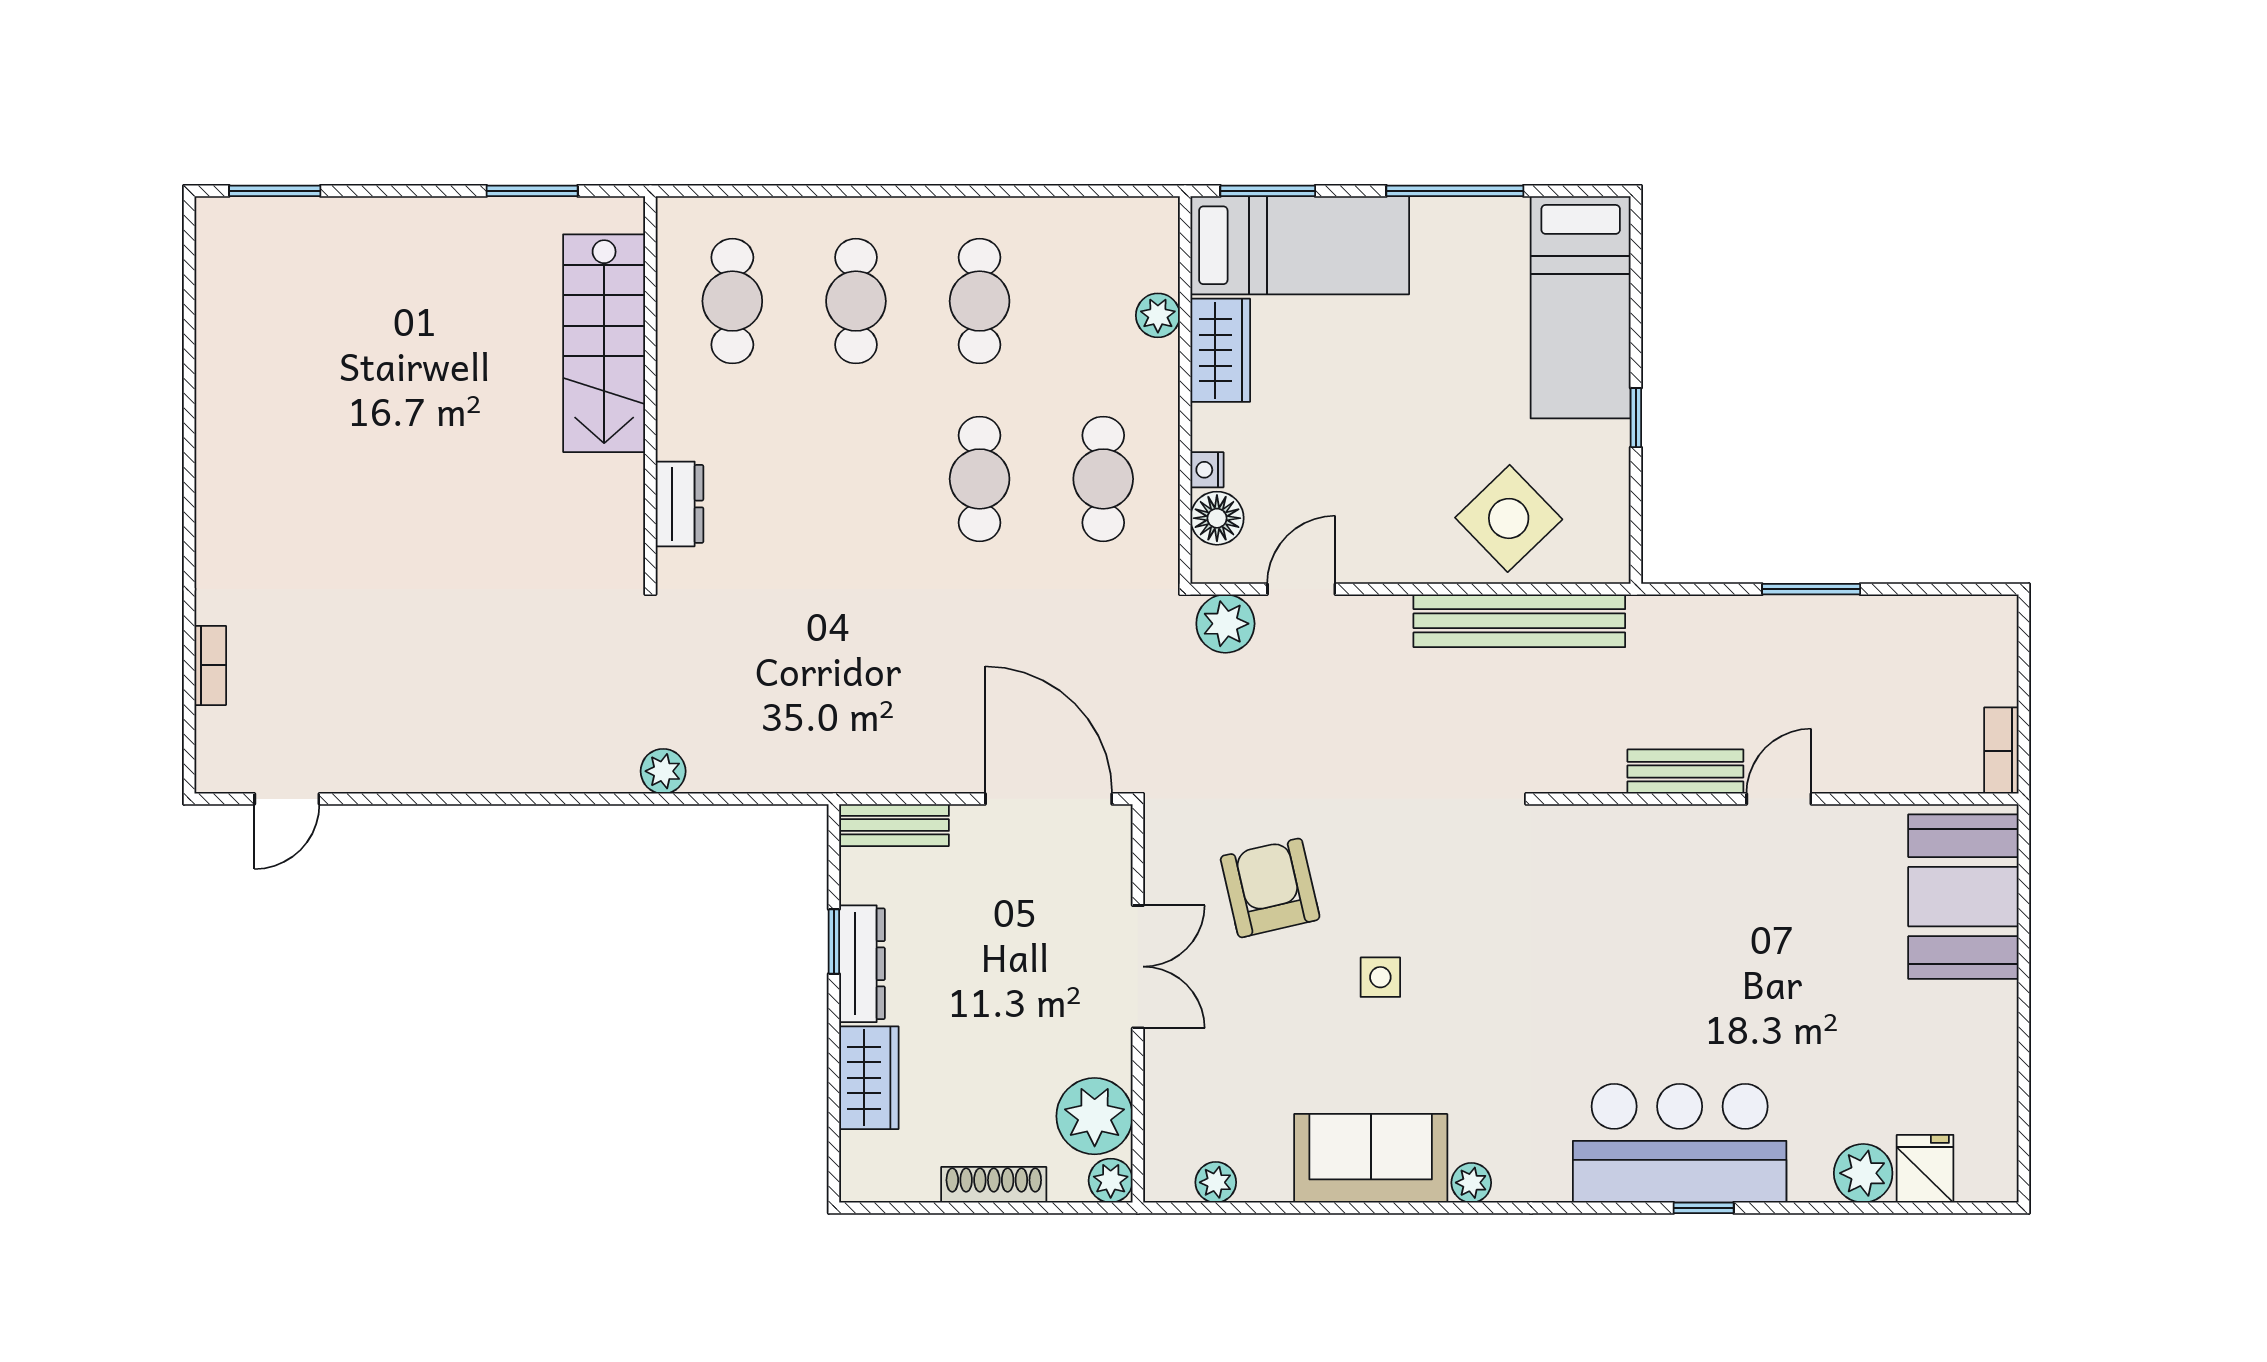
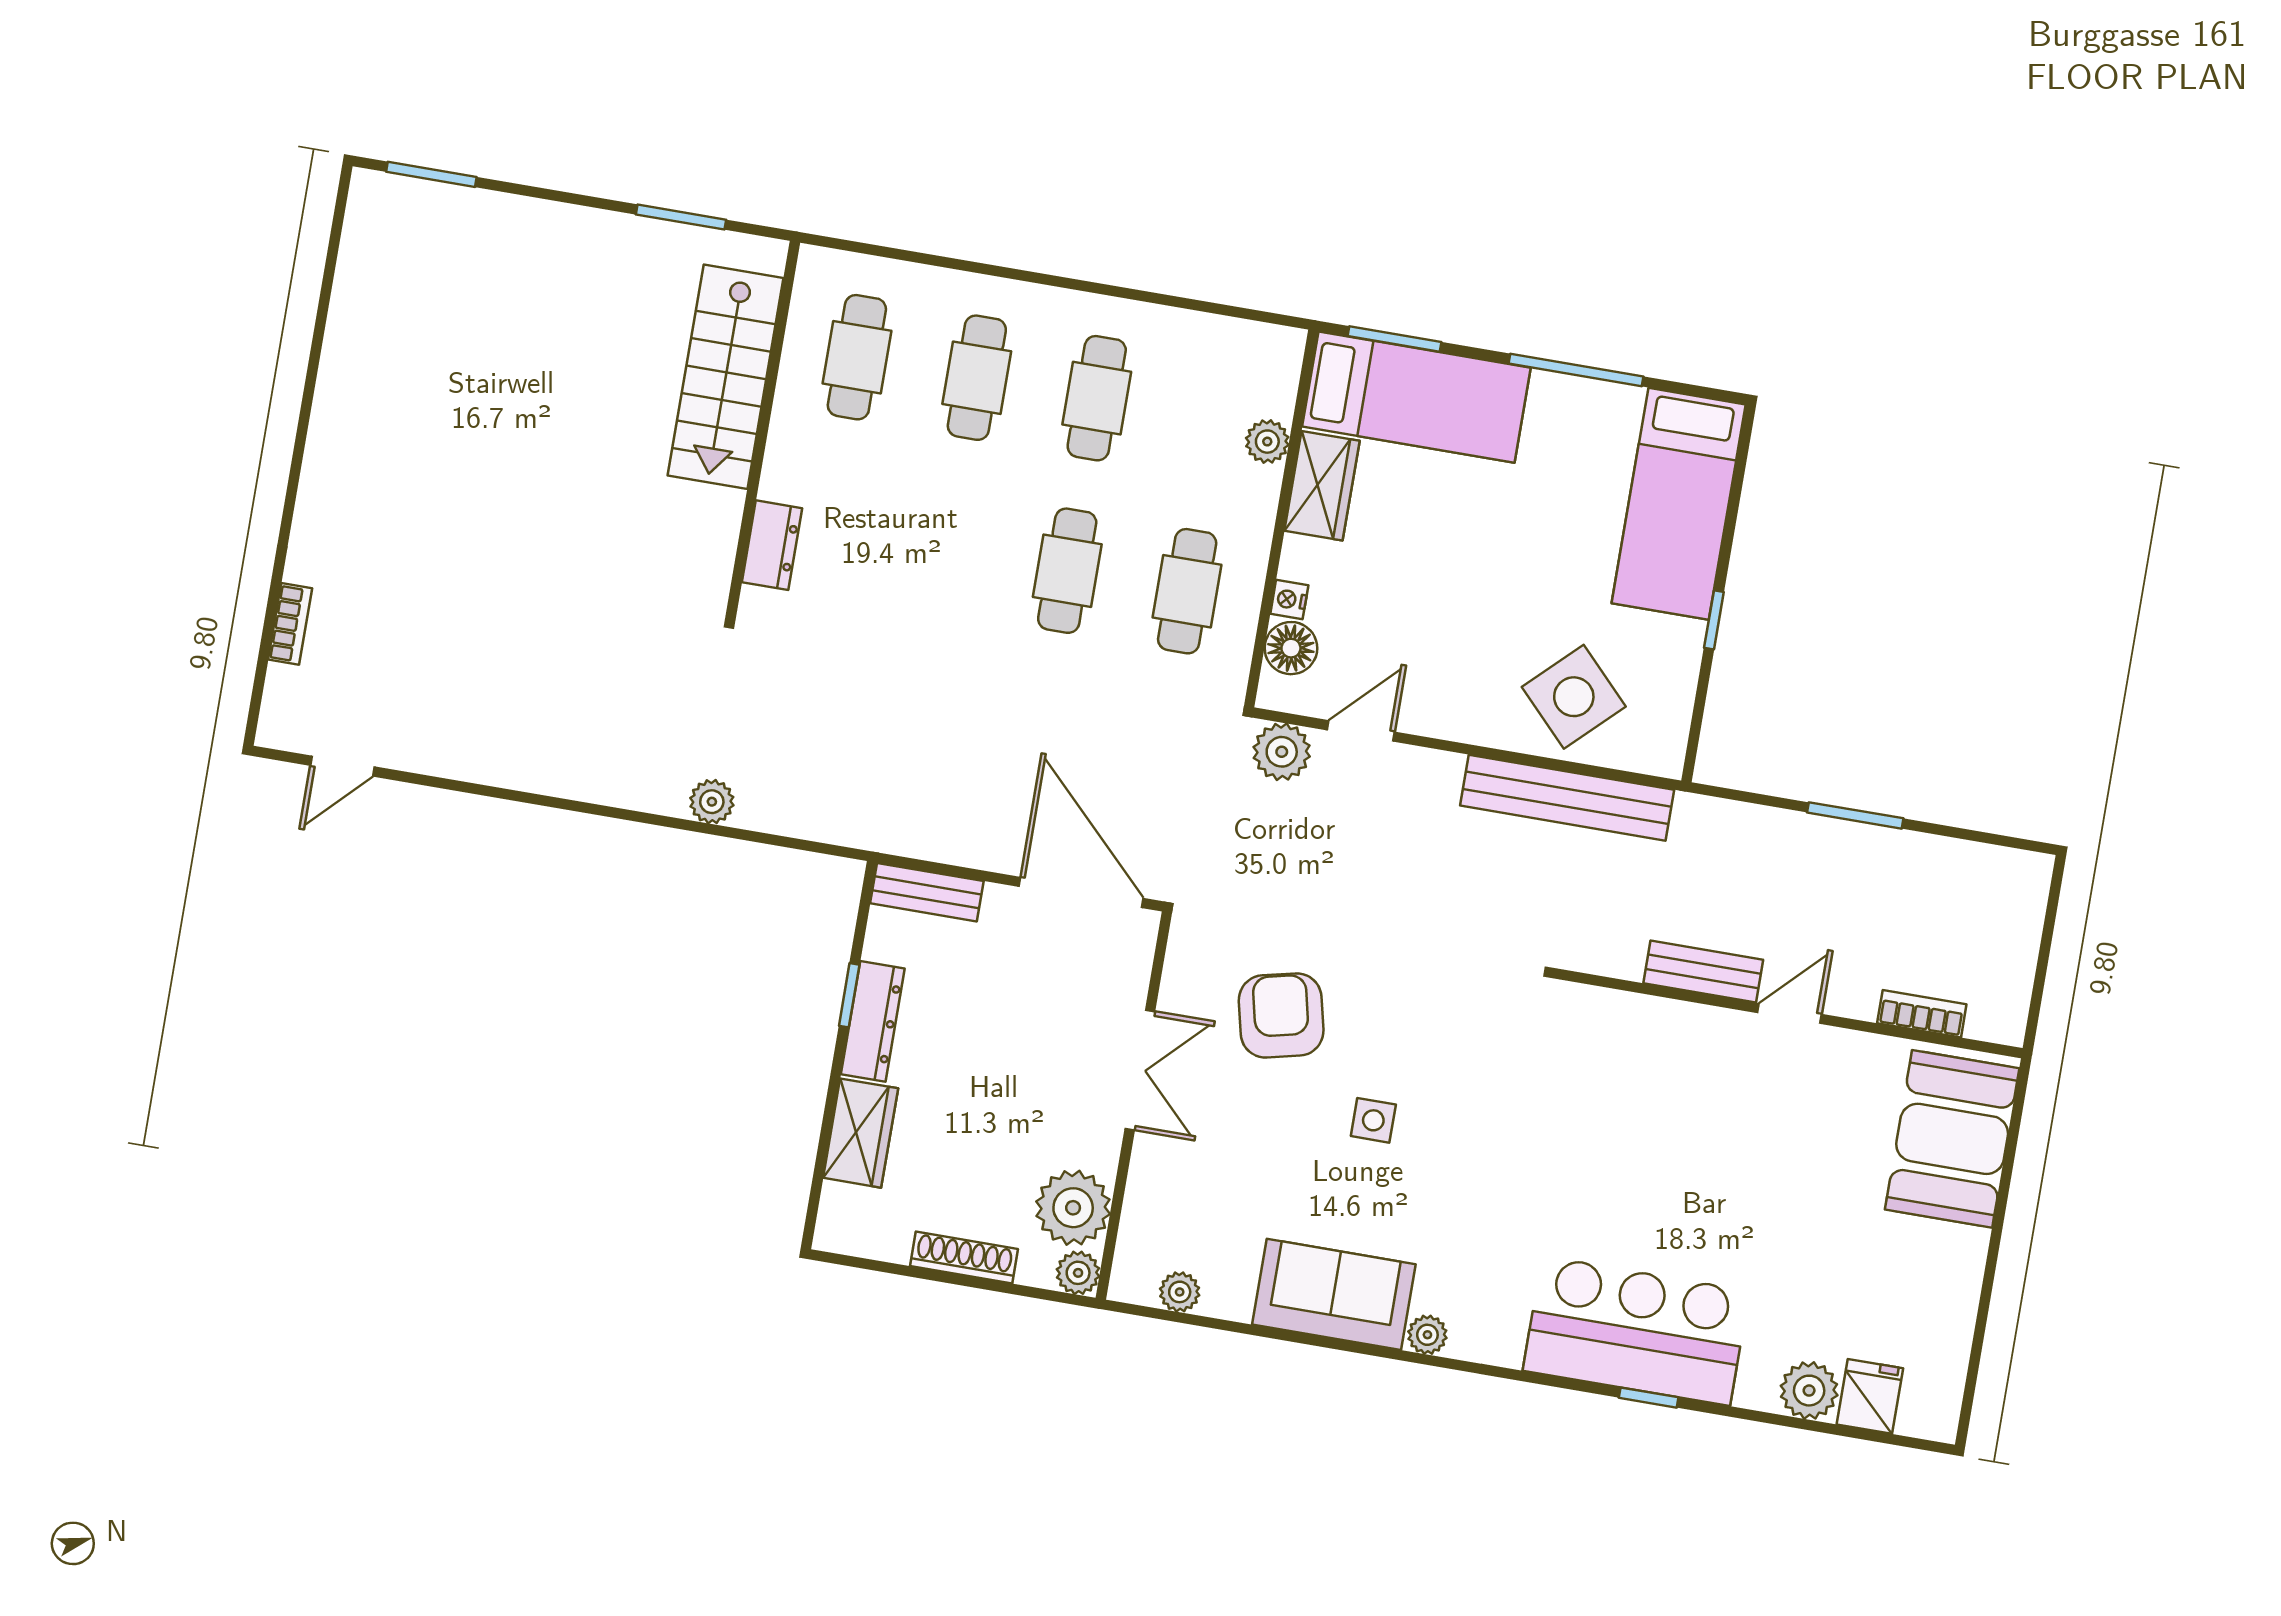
bookcase: (2001, 751) -> (1922, 1014), moved, turned 90

